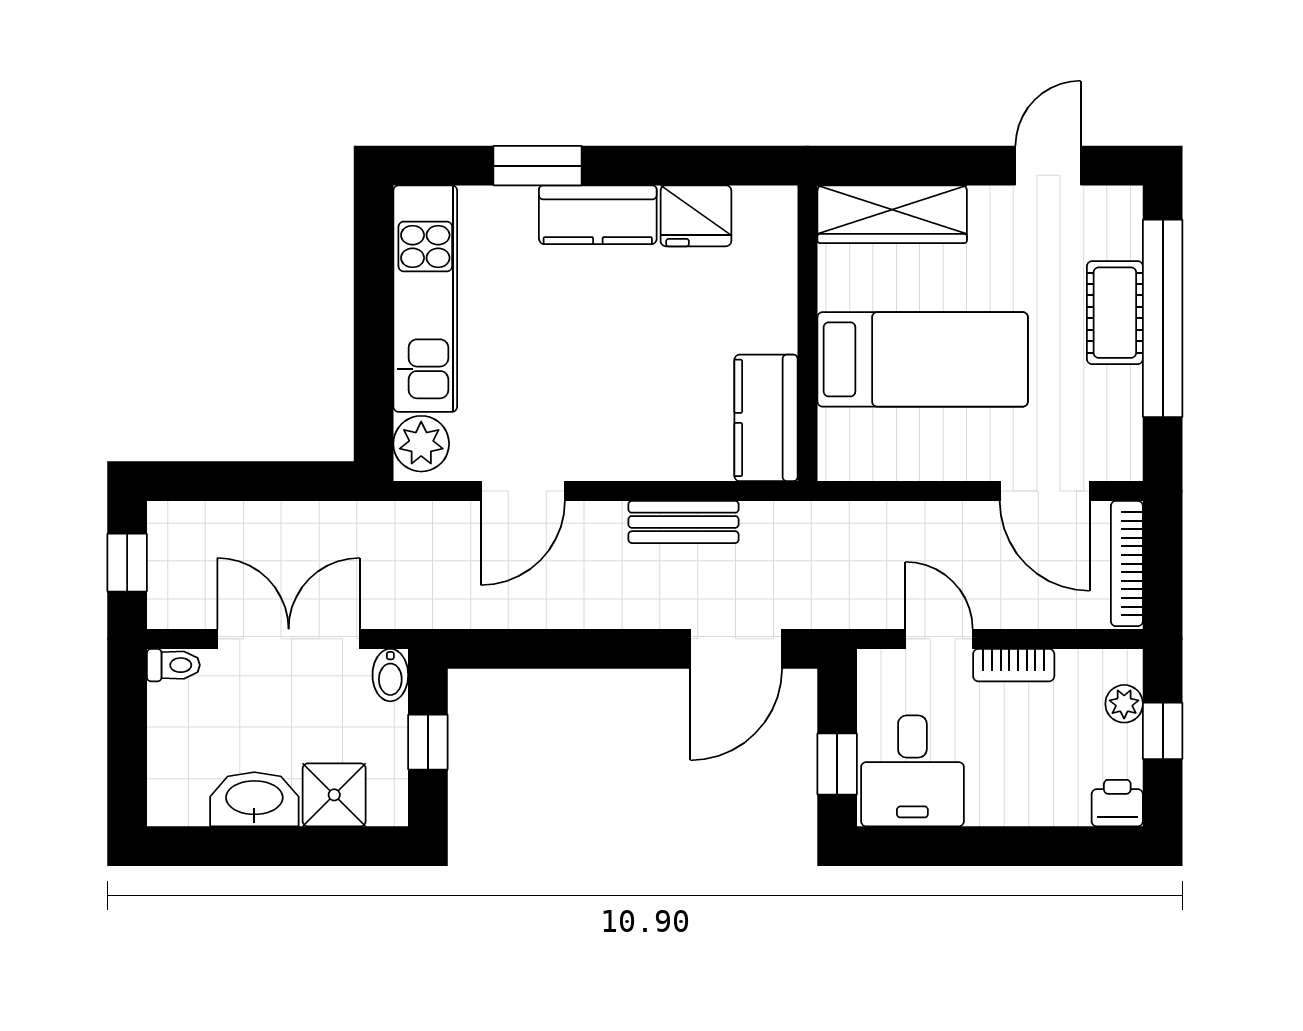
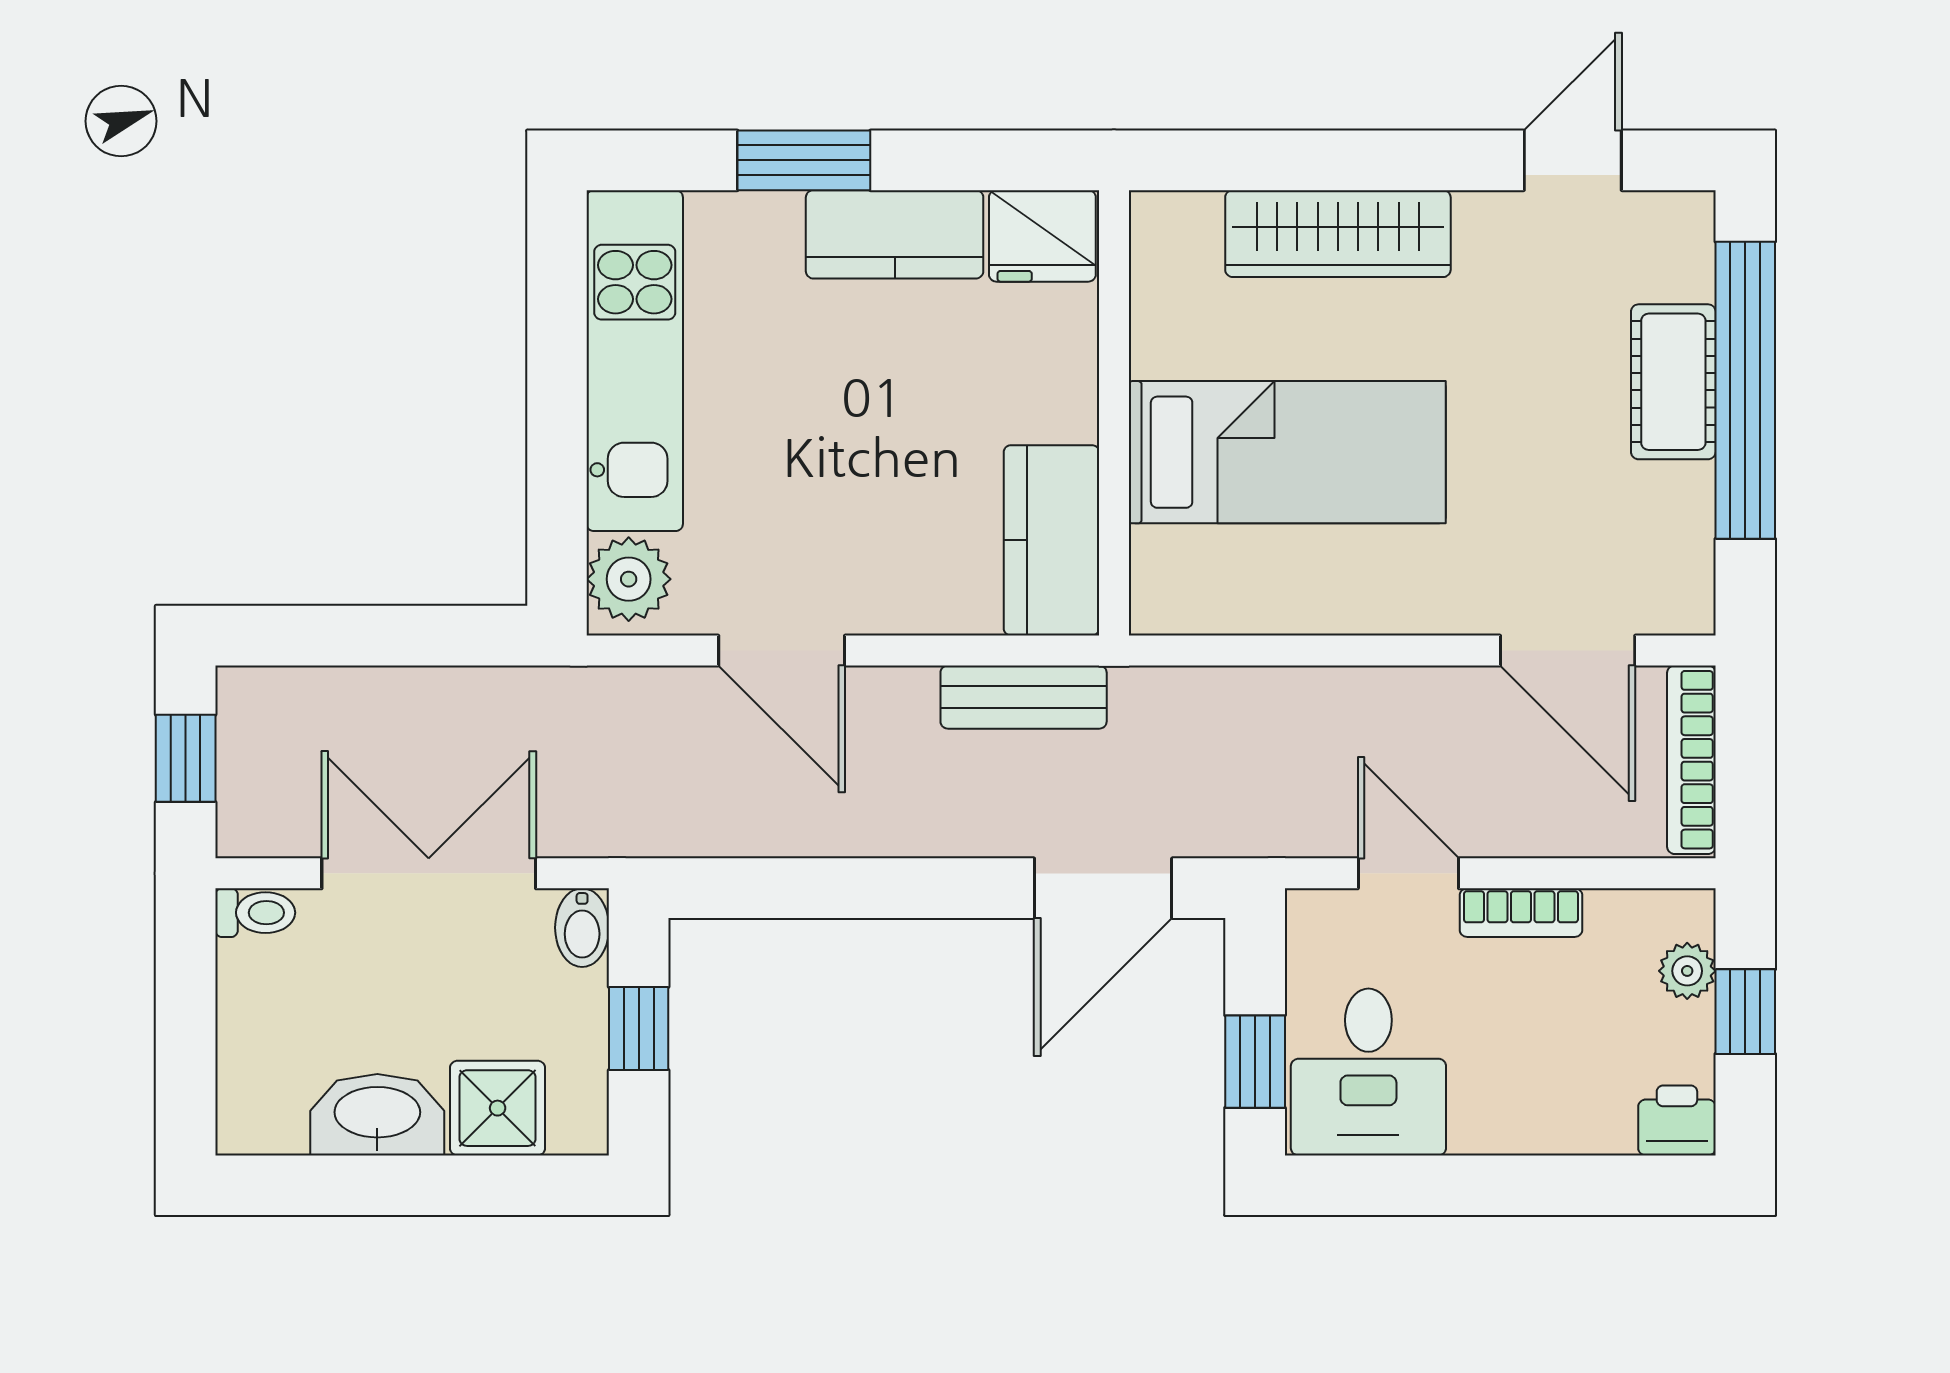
wall: (808, 333) -> (1114, 413), moved
bed: (923, 359) -> (1287, 452), moved
kitchen counter: (766, 418) -> (1051, 540), moved
door: (523, 491) -> (782, 651), hinge flipped

